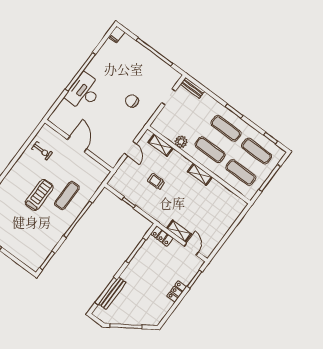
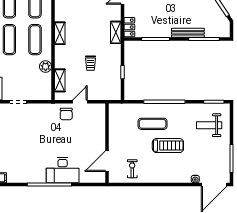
chair: (132, 101) -> (66, 114), moved
door: (77, 144) -> (107, 161), moved
treadmill: (39, 195) -> (168, 146), turned 180
shelving: (179, 231) -> (116, 32), moved
weight bench: (31, 242) -> (209, 125), added
bench: (112, 293) -> (188, 33), moved

